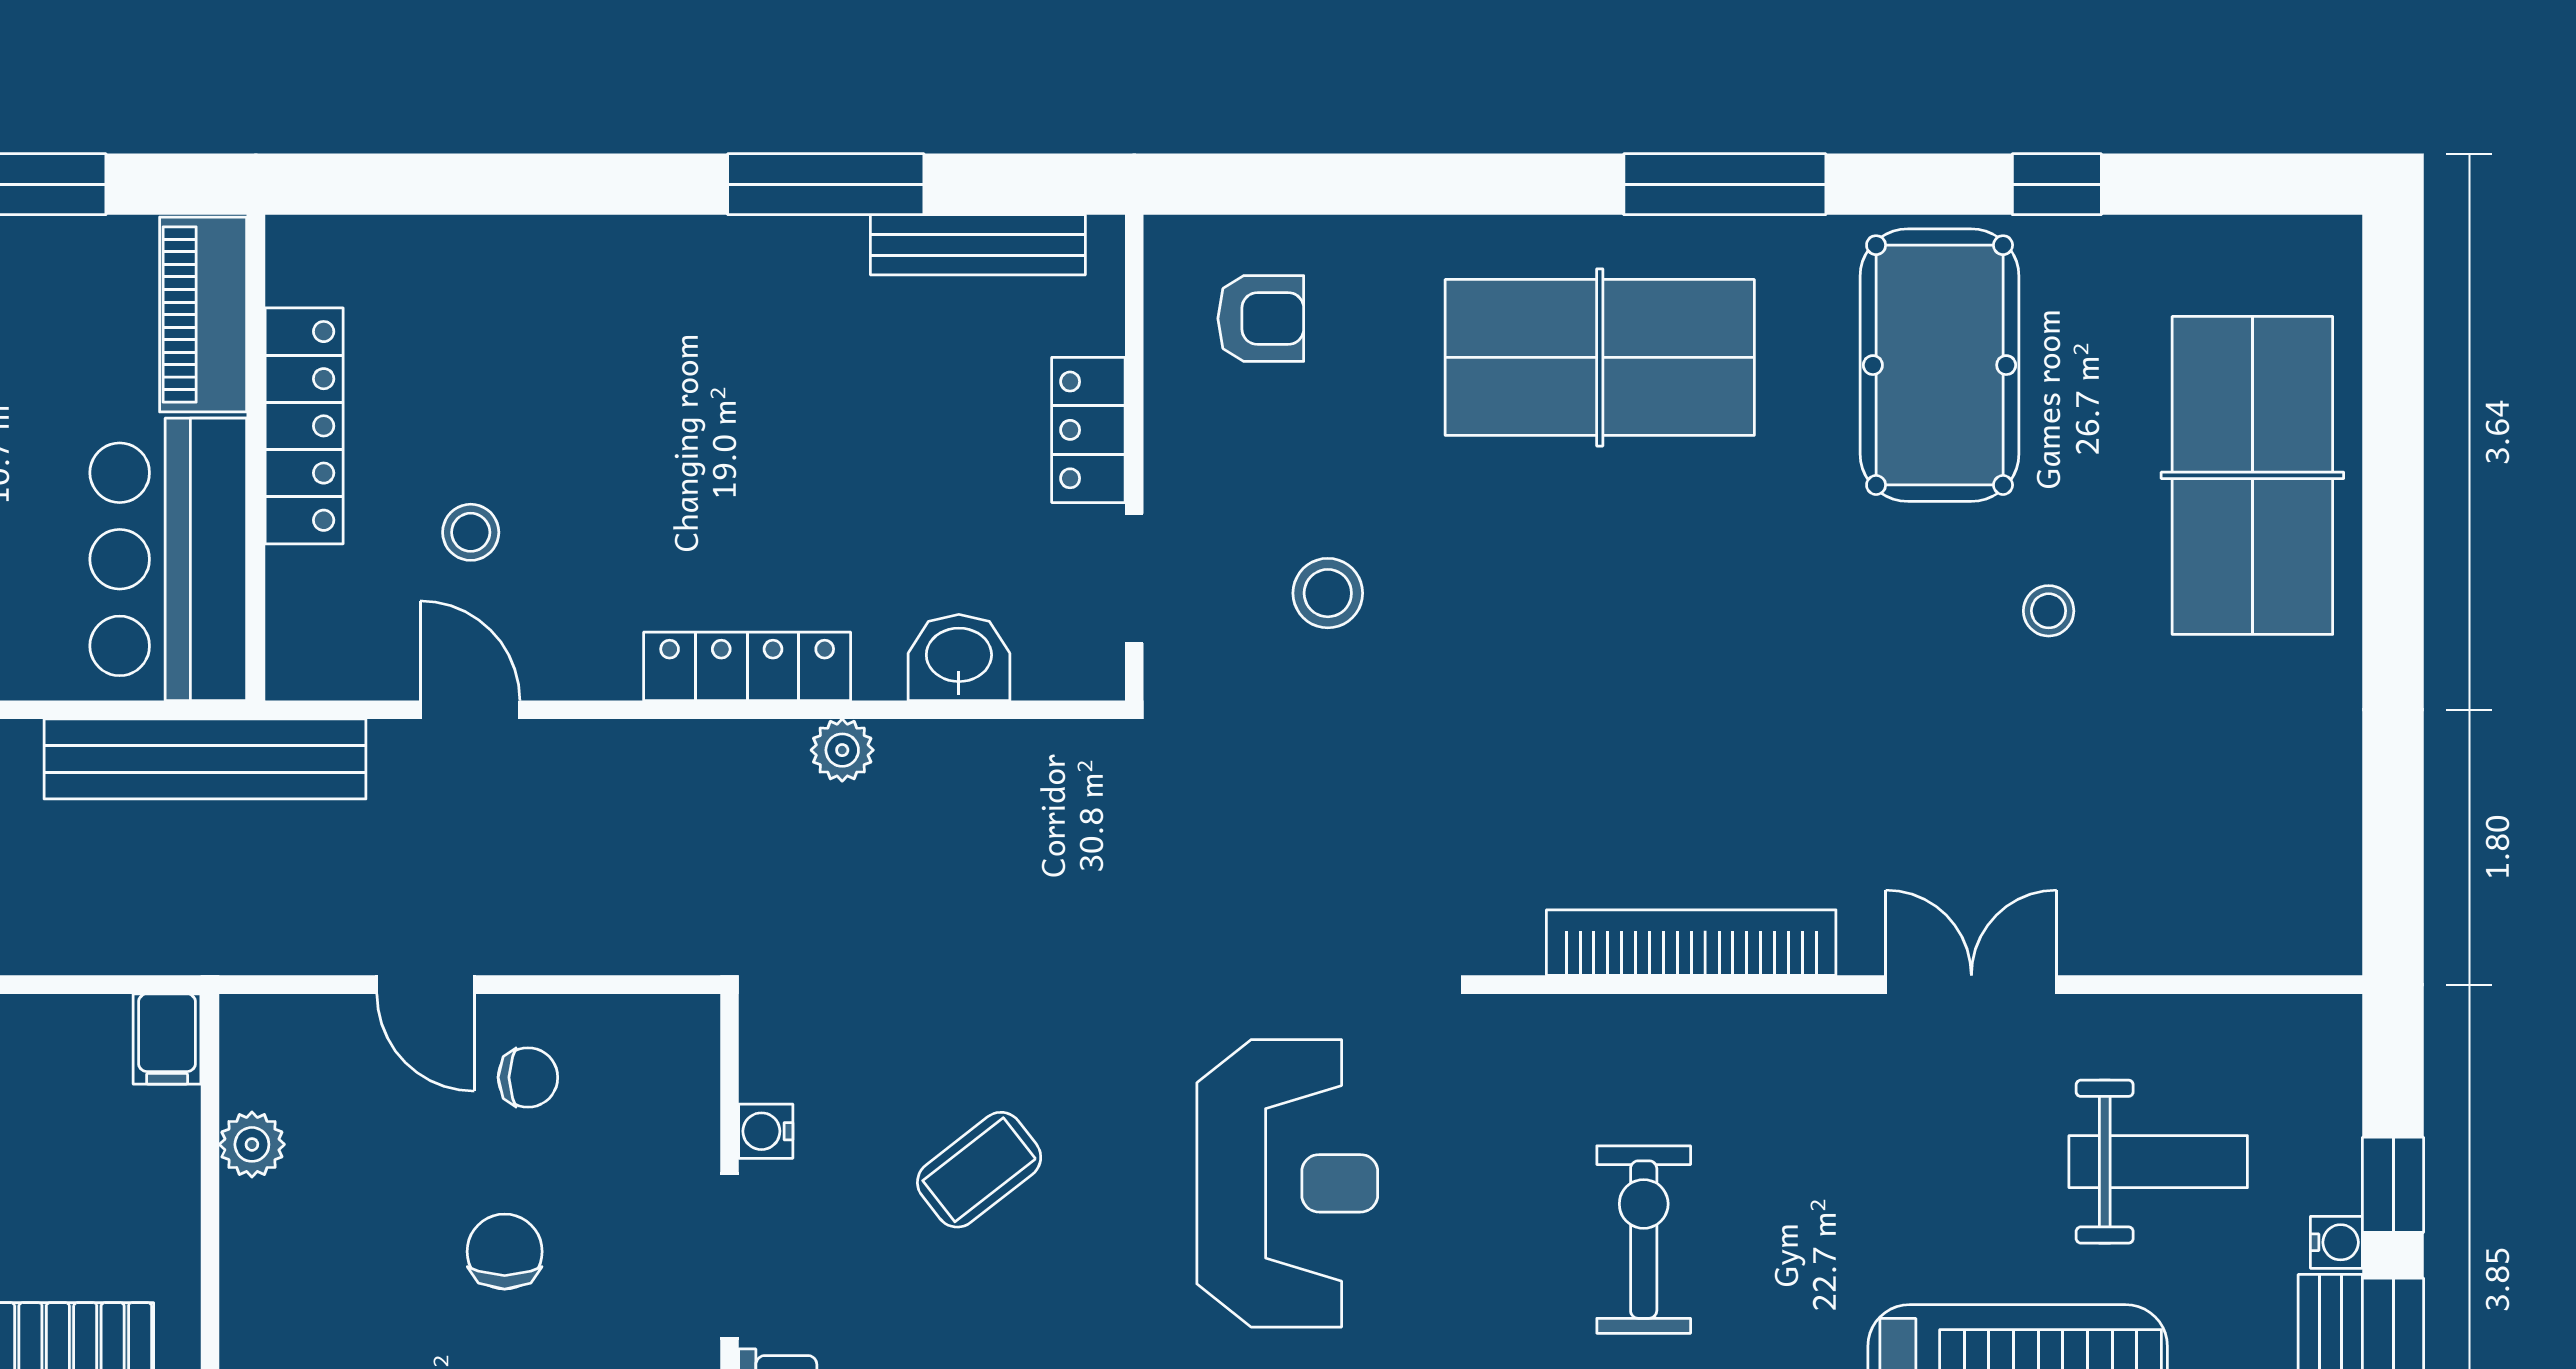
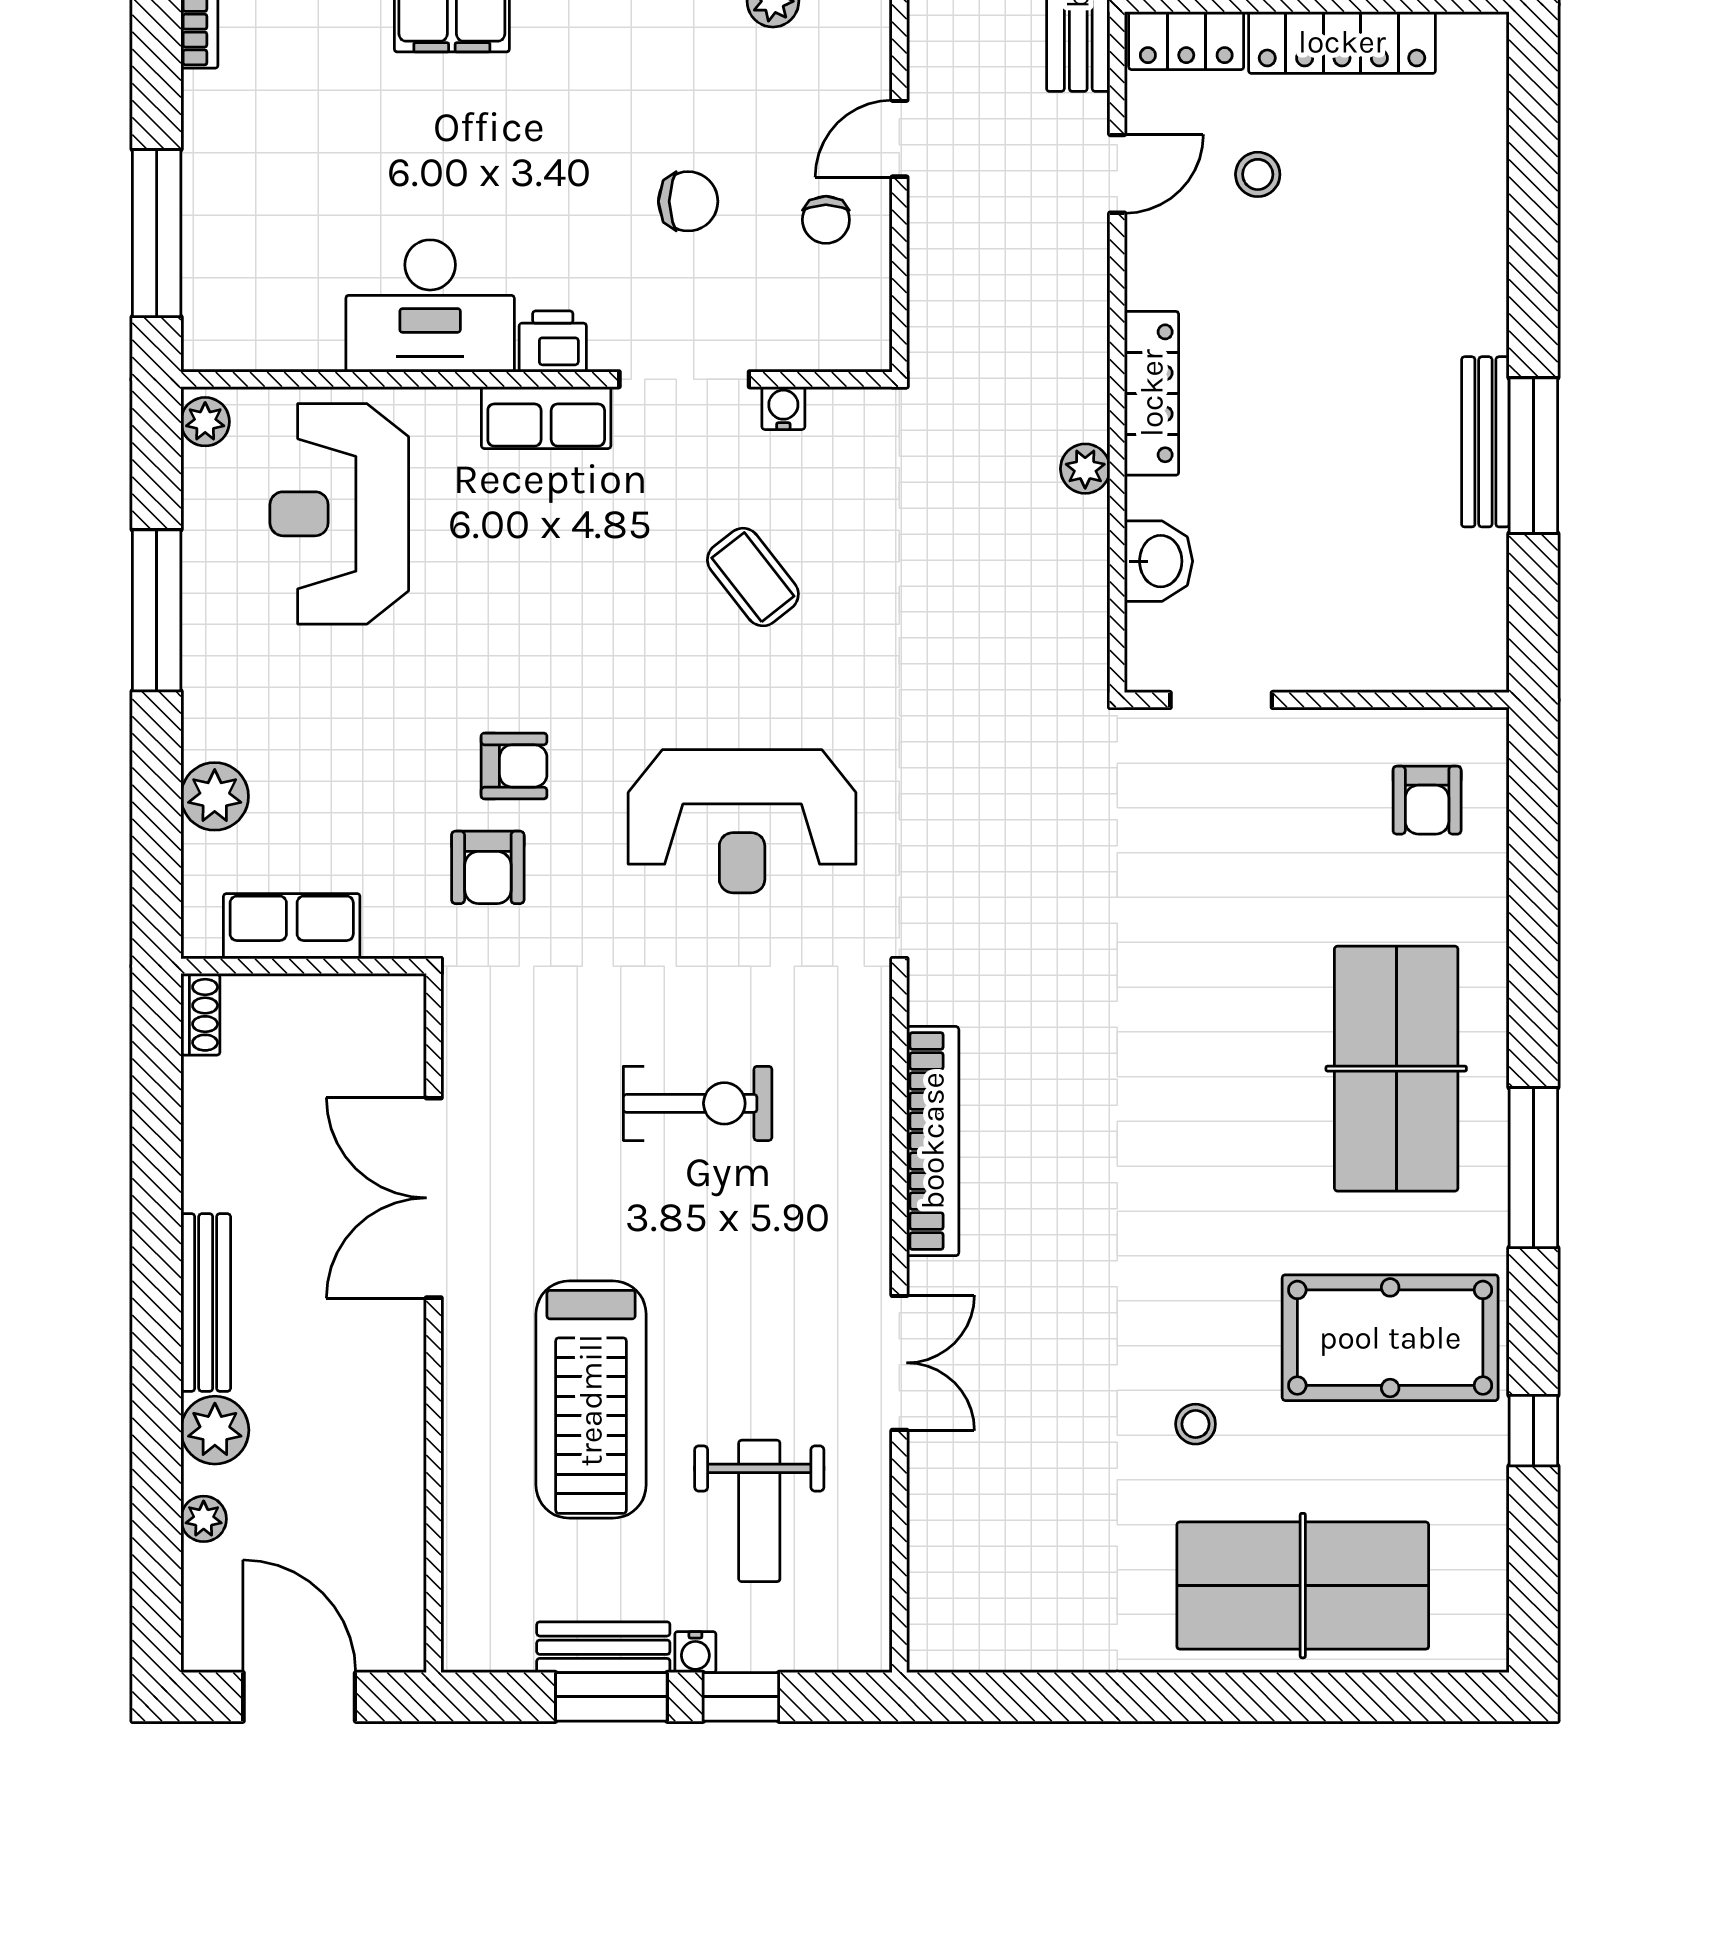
bench: (978, 245) -> (1485, 442), moved
locker: (1088, 430) -> (1186, 41), moved, turned 180
stool: (1328, 593) -> (1210, 853), removed

